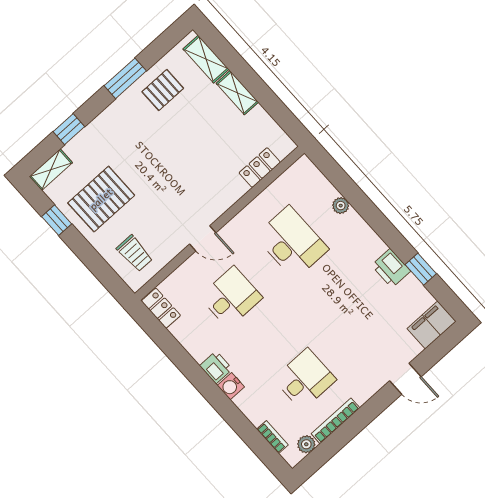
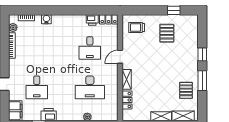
window: (69, 129) -> (202, 54), moved
shelving: (51, 170) -> (127, 79), moved
pallet: (101, 199) -> (167, 33), width x0.67, depth x0.71
printer: (216, 367) -> (92, 20), moved
desk: (305, 379) -> (37, 87), moved
water cooler: (231, 386) -> (46, 19), moved

